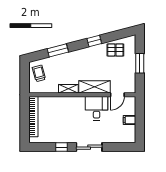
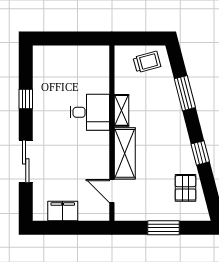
desk: (97, 108) -> (90, 112), moved
bookcase: (33, 117) -> (76, 53), removed
filing cabinet: (130, 120) -> (63, 211), width x2.00
sliding door: (89, 147) -> (26, 161), moved

